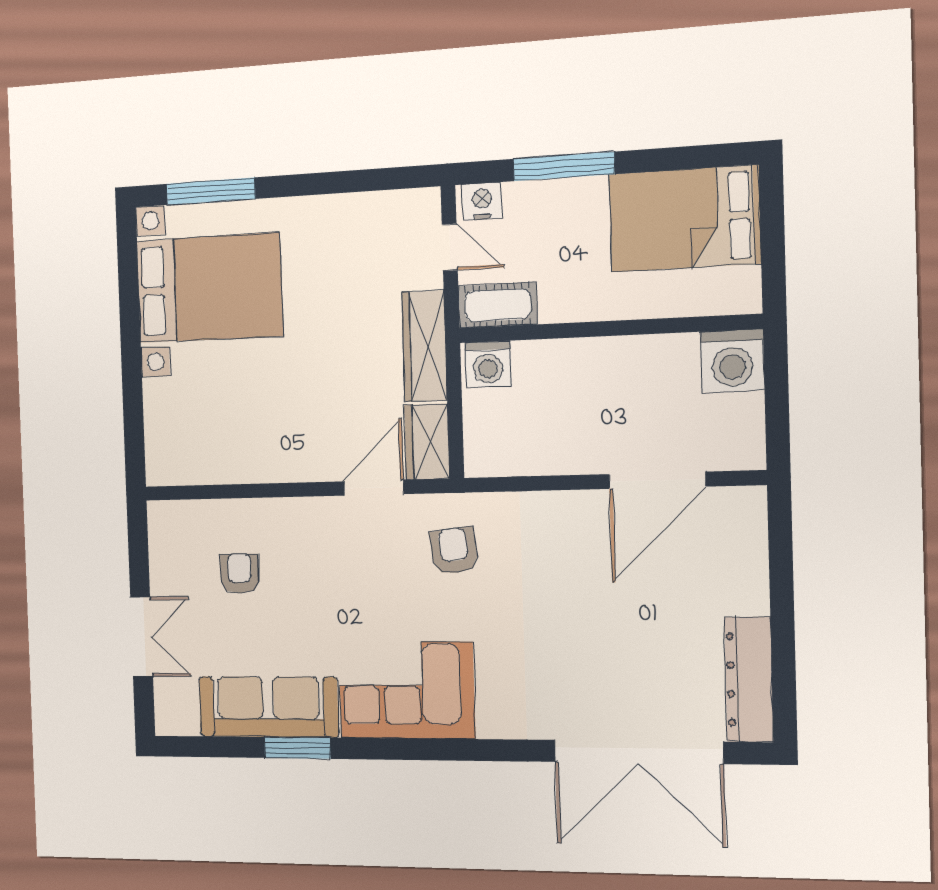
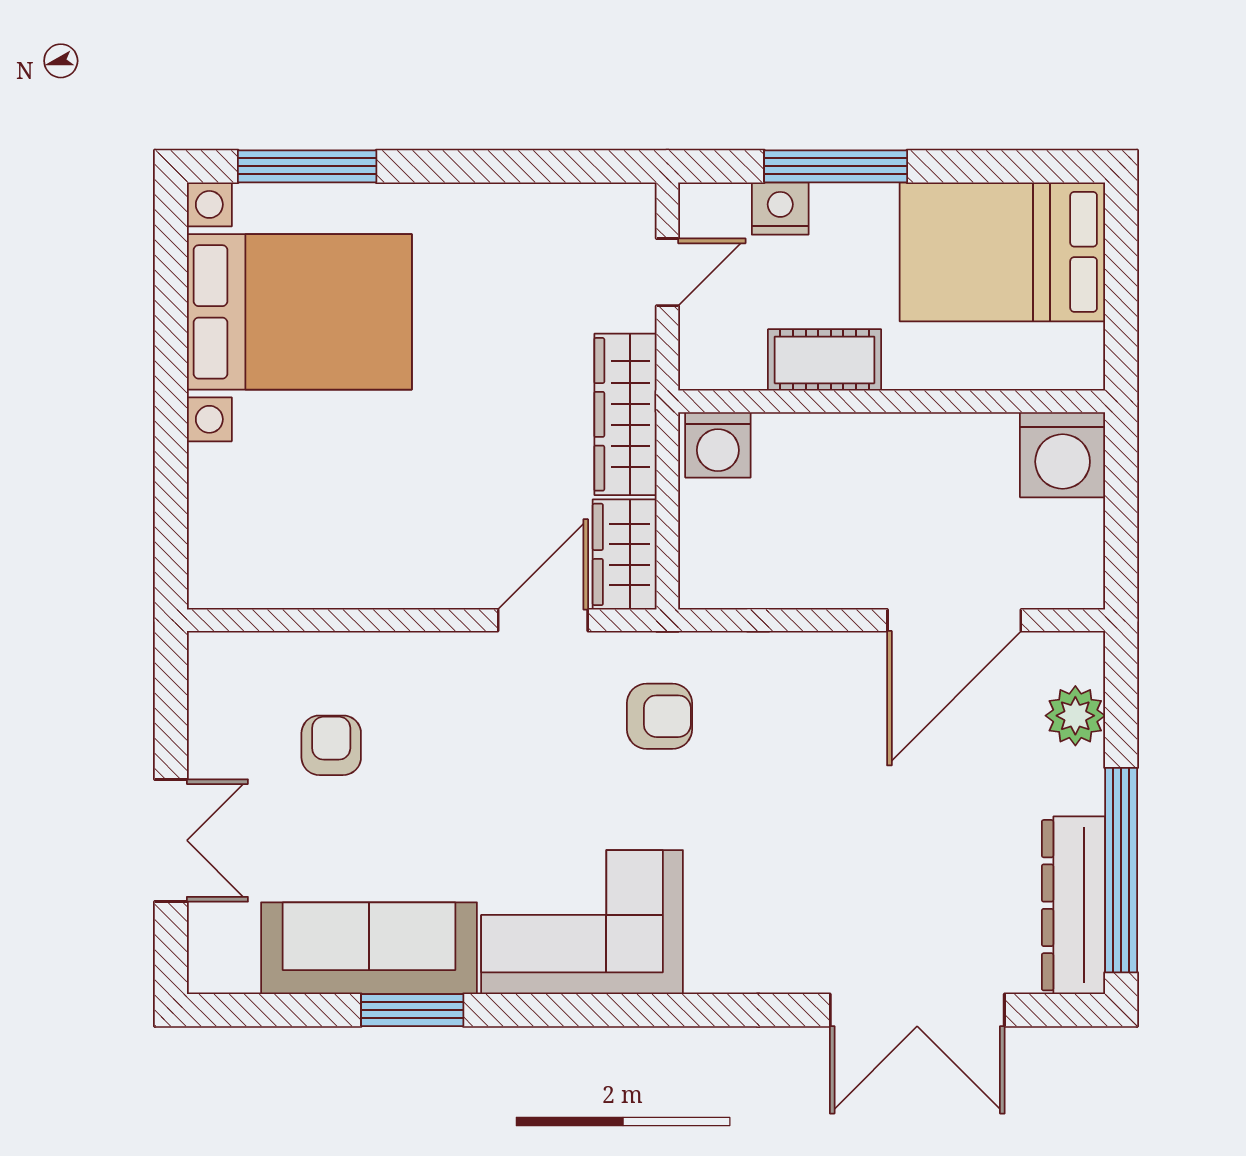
nightstand: (482, 201) -> (780, 209), moved
door: (450, 247) -> (667, 272), hinge flipped
cot: (498, 305) -> (825, 360), moved
plant: (747, 546) -> (1075, 716), added
armchair: (454, 551) -> (660, 716), turned 97
window: (783, 655) -> (1121, 870), added
double door: (638, 752) -> (917, 1010), width x0.73

